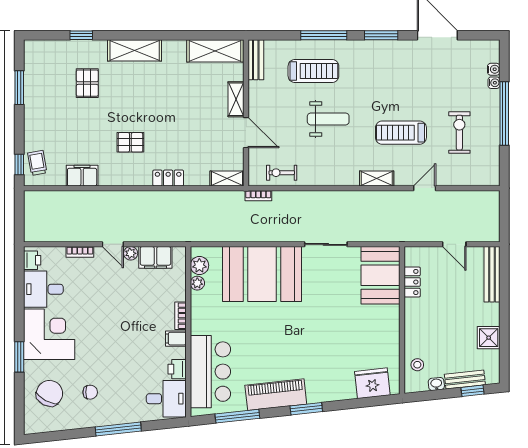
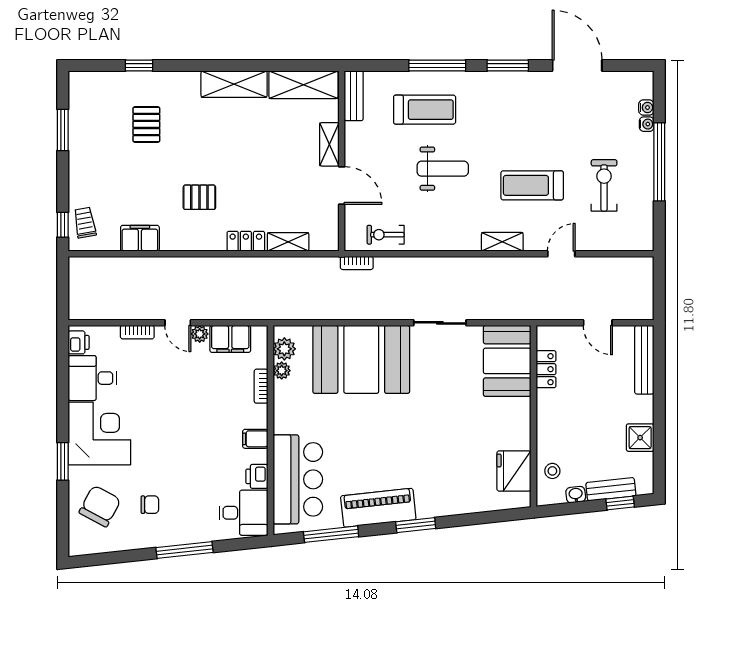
shelving: (135, 50) -> (234, 84), moved
shelving: (227, 179) -> (288, 242), moved
bookcase: (181, 316) -> (261, 386), moved
fridge: (372, 383) -> (514, 471), moved, turned -84

